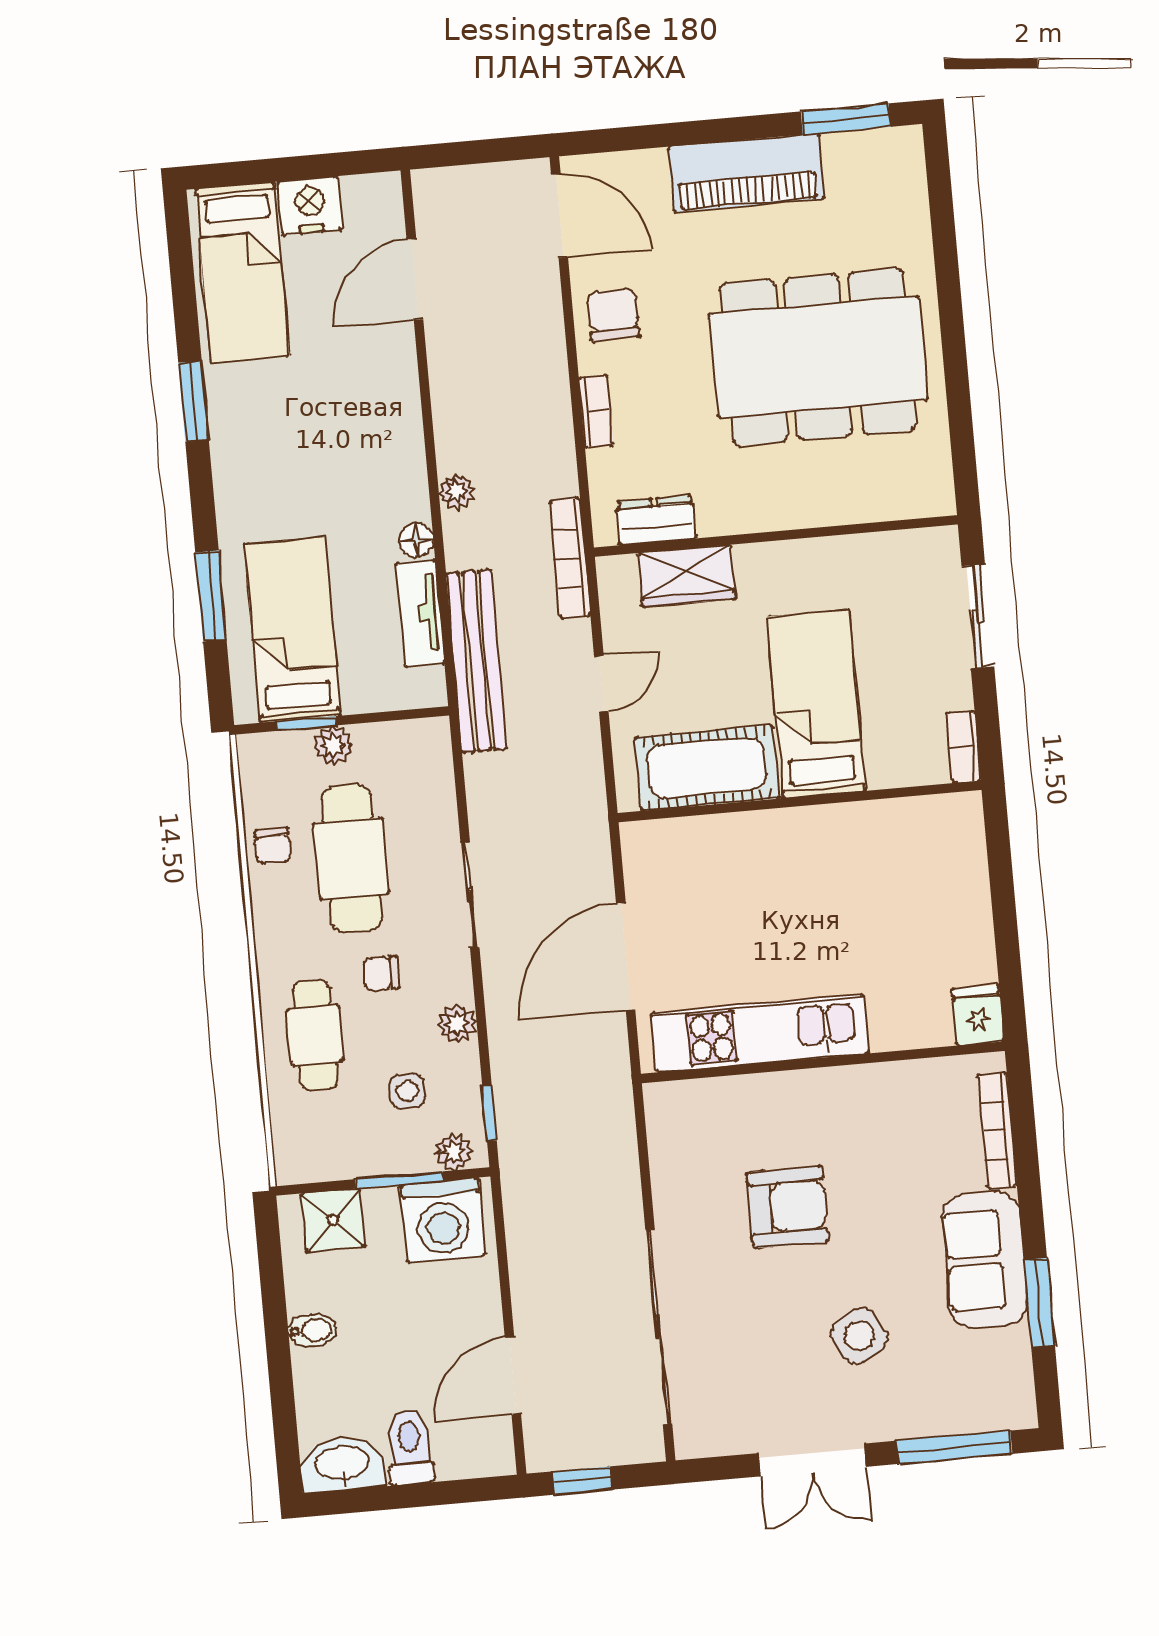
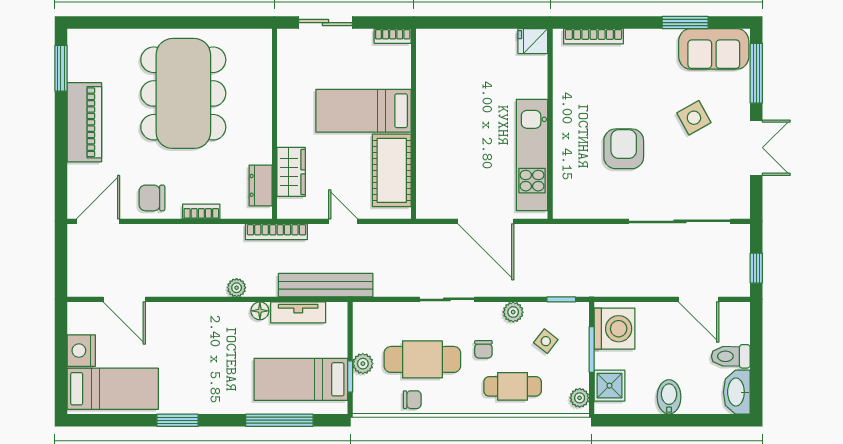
window: (211, 596) -> (279, 420), width x1.44
side table: (407, 1091) -> (546, 341), turned 38
plant: (453, 1152) -> (580, 398), moved
sofa: (985, 1260) -> (714, 49), moved
bidet: (312, 1330) -> (669, 397), width x1.38, depth x1.36

